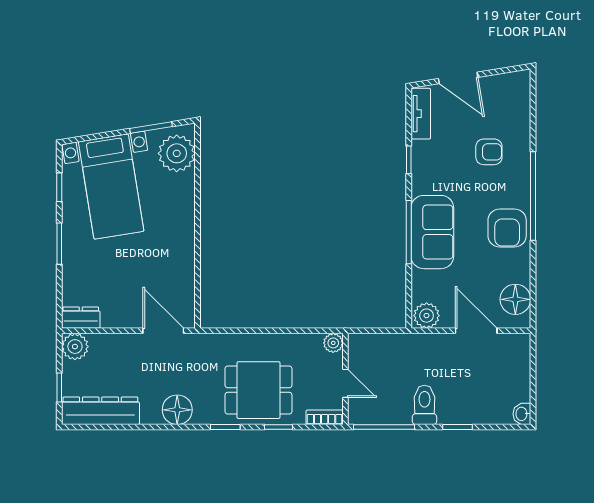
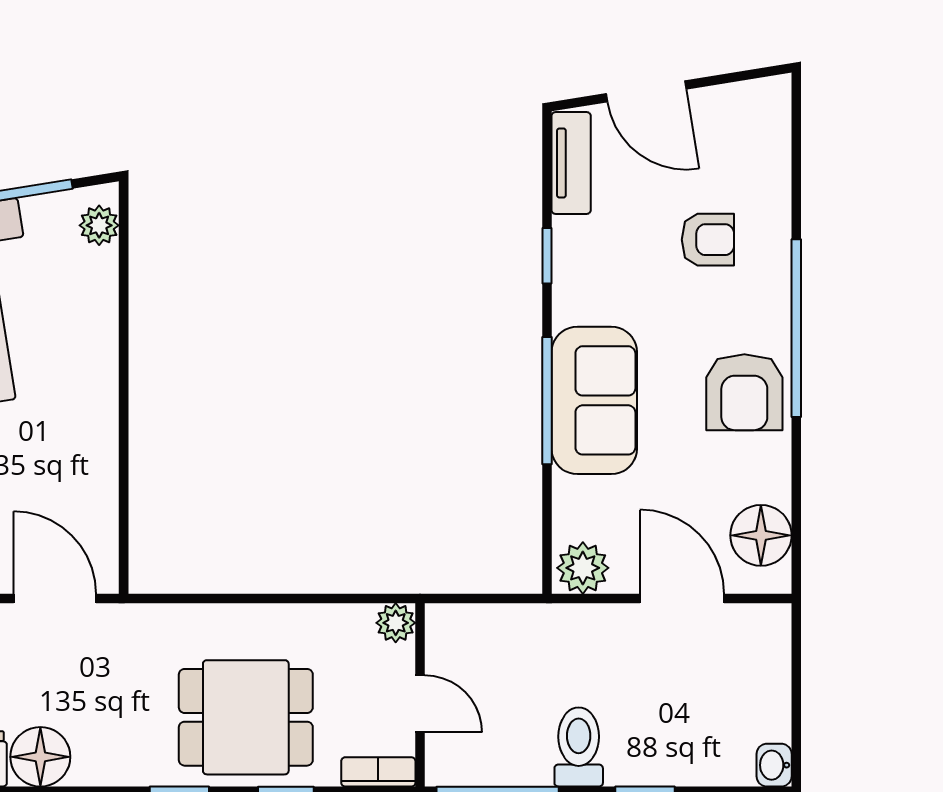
plant: (177, 153) -> (99, 225), width x0.53, depth x0.53
floor lamp: (177, 410) -> (40, 757), moved

